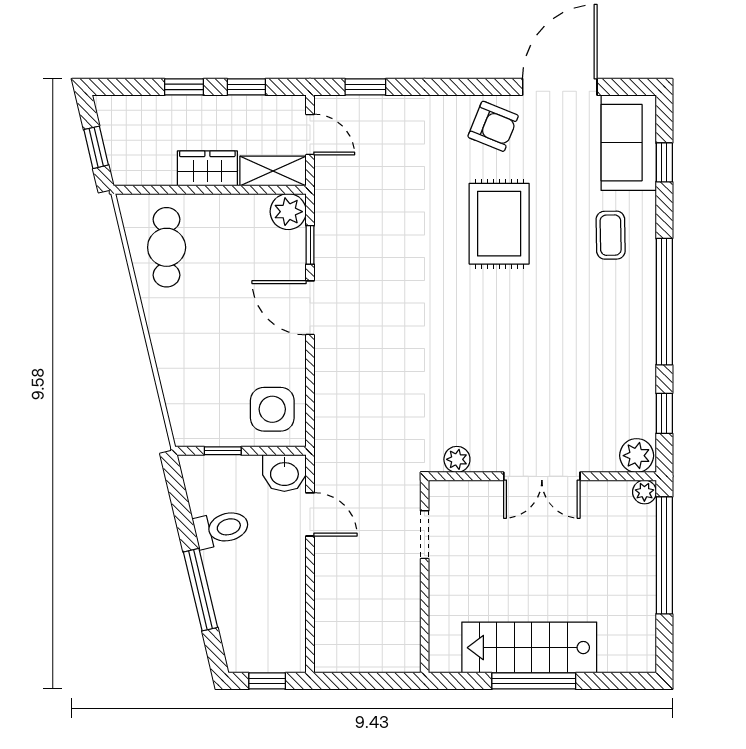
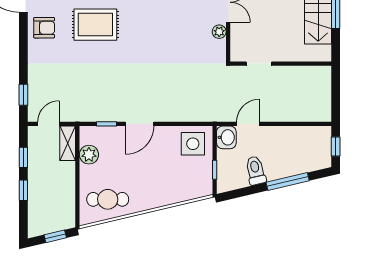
armchair: (493, 126) -> (44, 28), turned 68
wardrobe: (207, 168) -> (66, 178), removed
plant: (288, 212) -> (89, 155), moved
plant: (457, 459) -> (219, 32), moved

